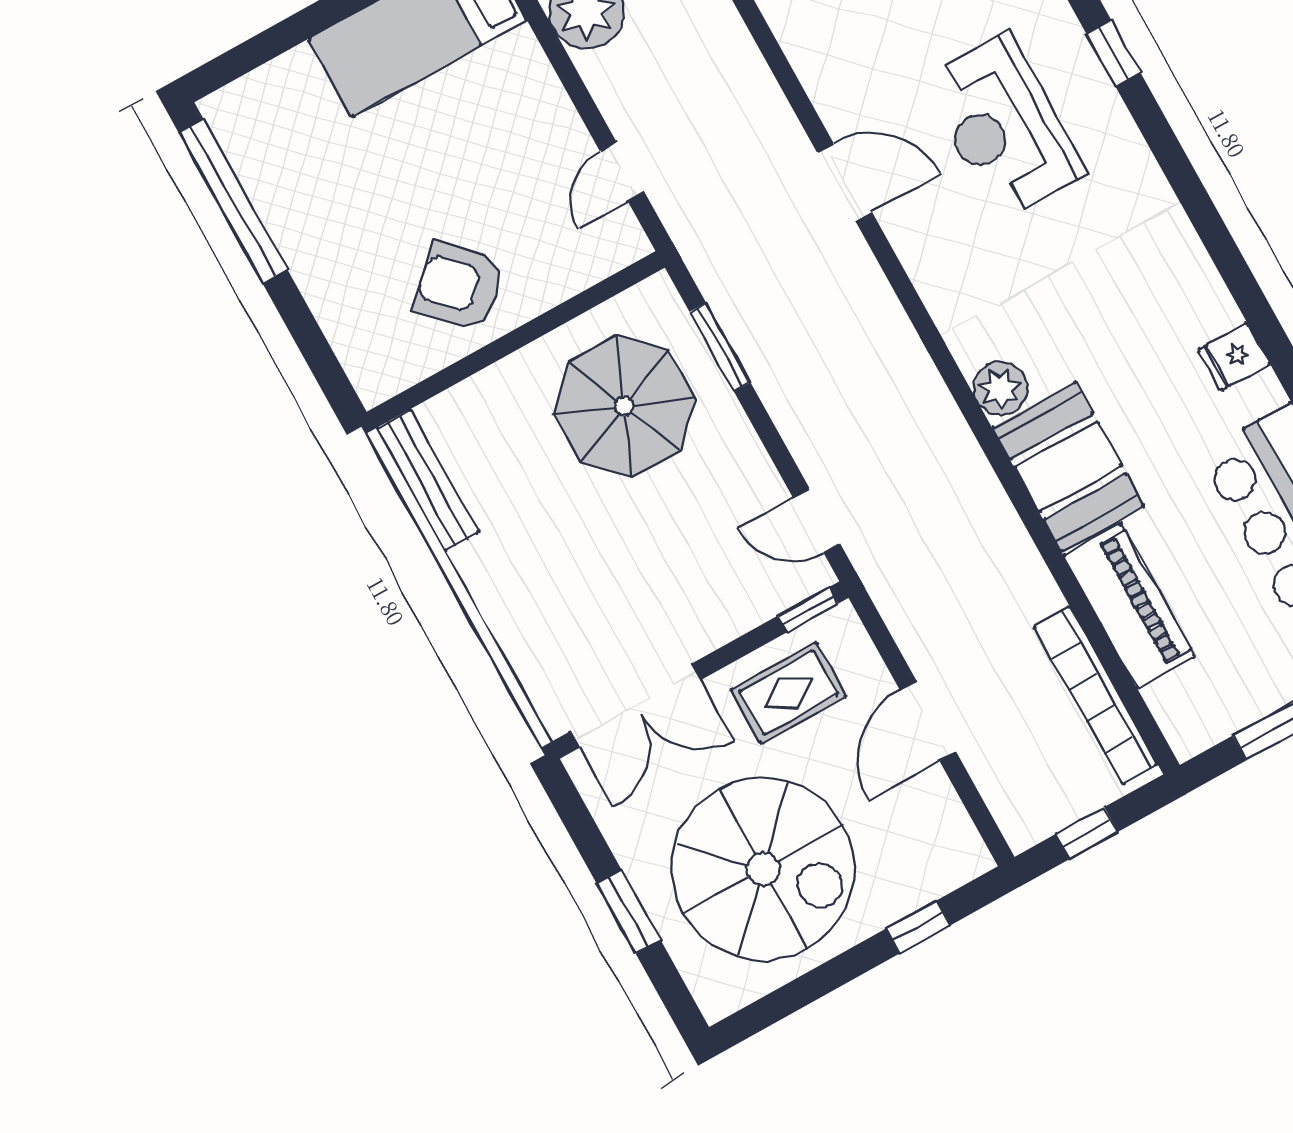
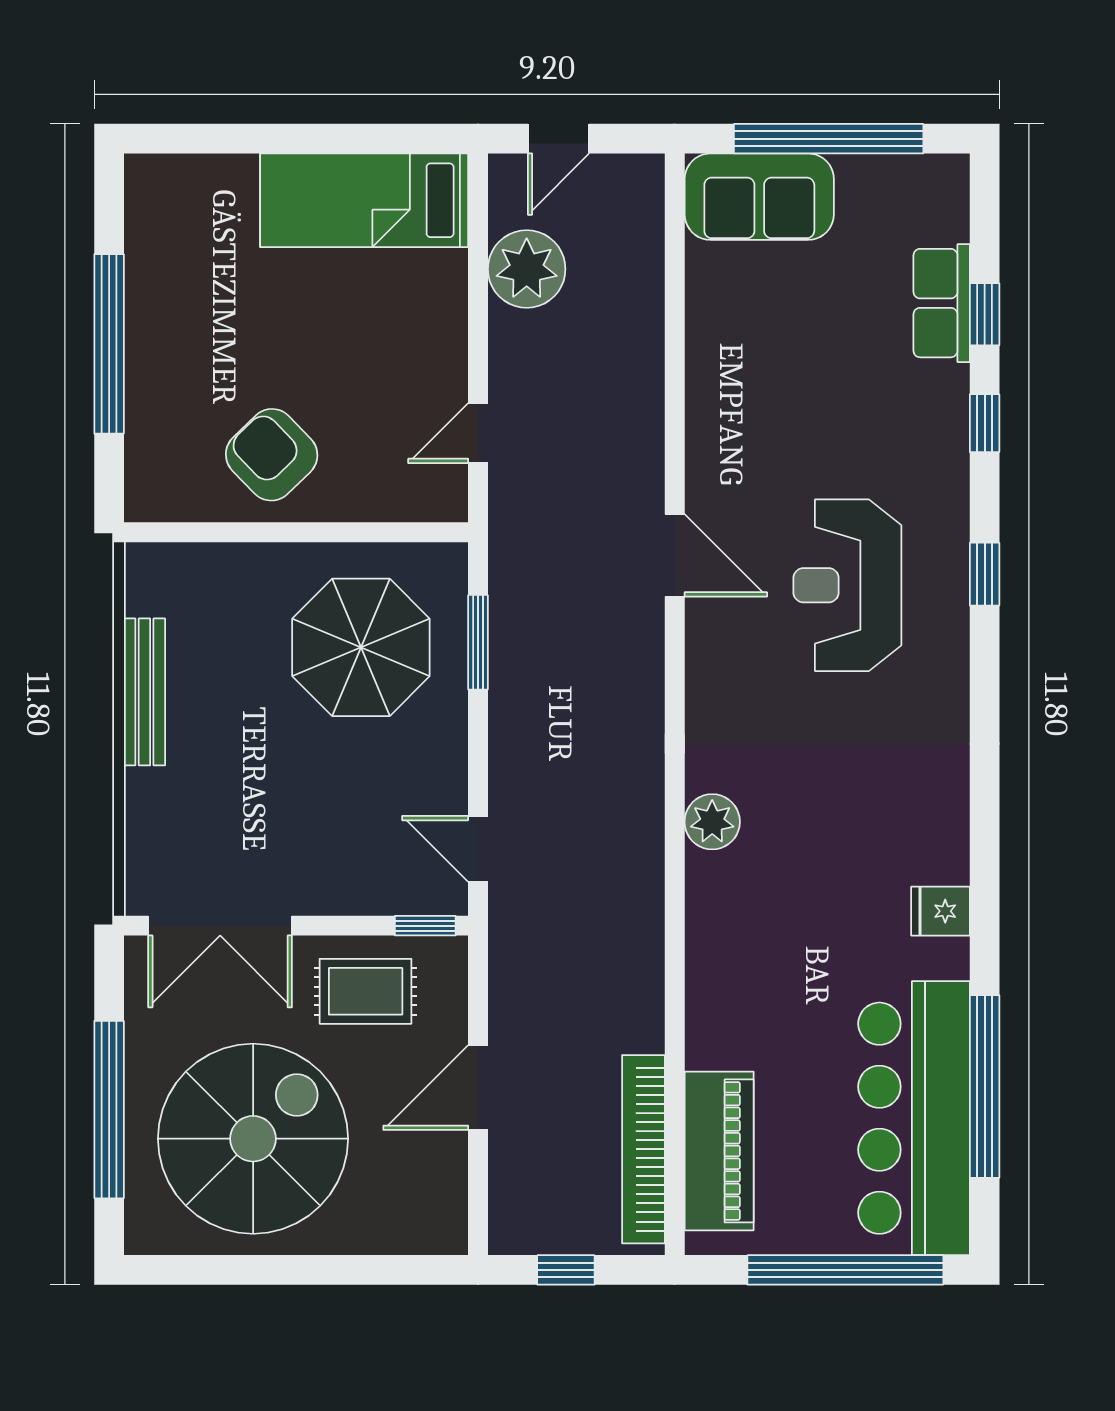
window: (233, 201) -> (109, 344), moved
booth: (1068, 467) -> (734, 927), removed
bench: (427, 480) -> (144, 692), moved
piano: (1129, 606) -> (719, 1151), moved
spiral stairs: (763, 869) -> (253, 1139), turned -90
window: (629, 912) -> (109, 1110), width x2.11
window: (918, 927) -> (365, 1270), removed

